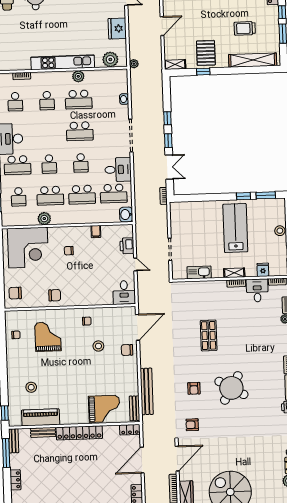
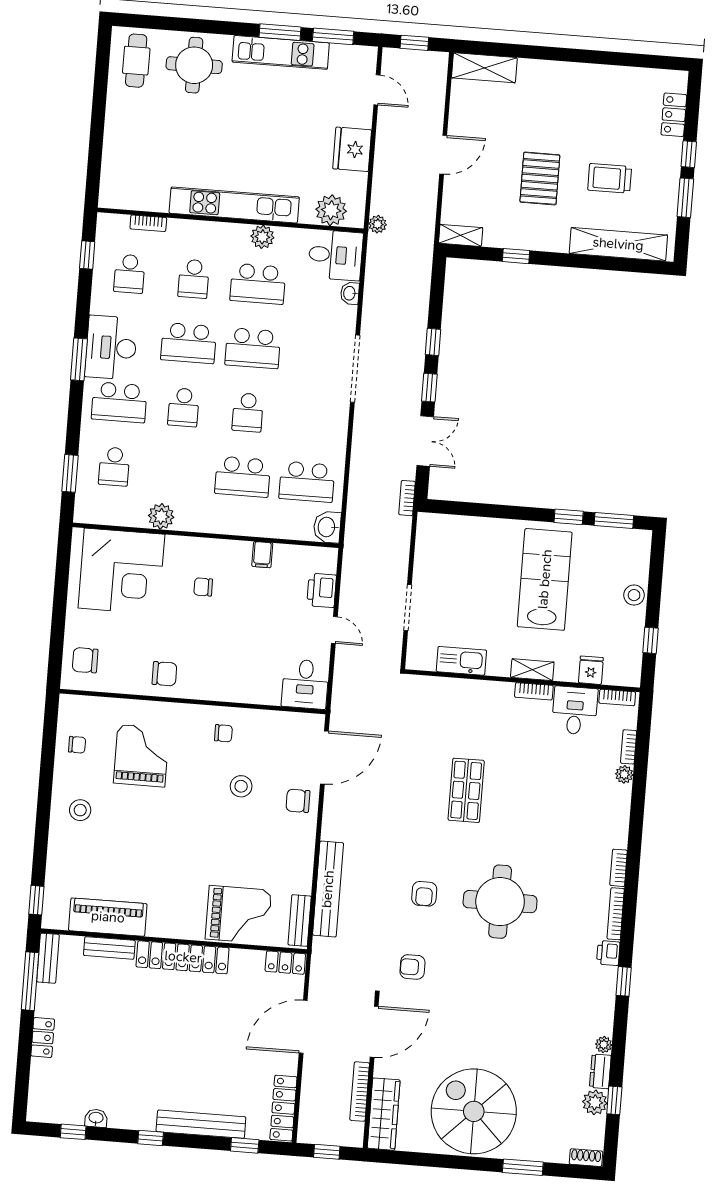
pallet: (206, 53) -> (540, 178), moved
desk: (118, 170) -> (335, 255), moved
school desk: (50, 196) -> (189, 343), moved
stool: (31, 387) -> (80, 810), moved
round table: (231, 388) -> (500, 902), turned -30

